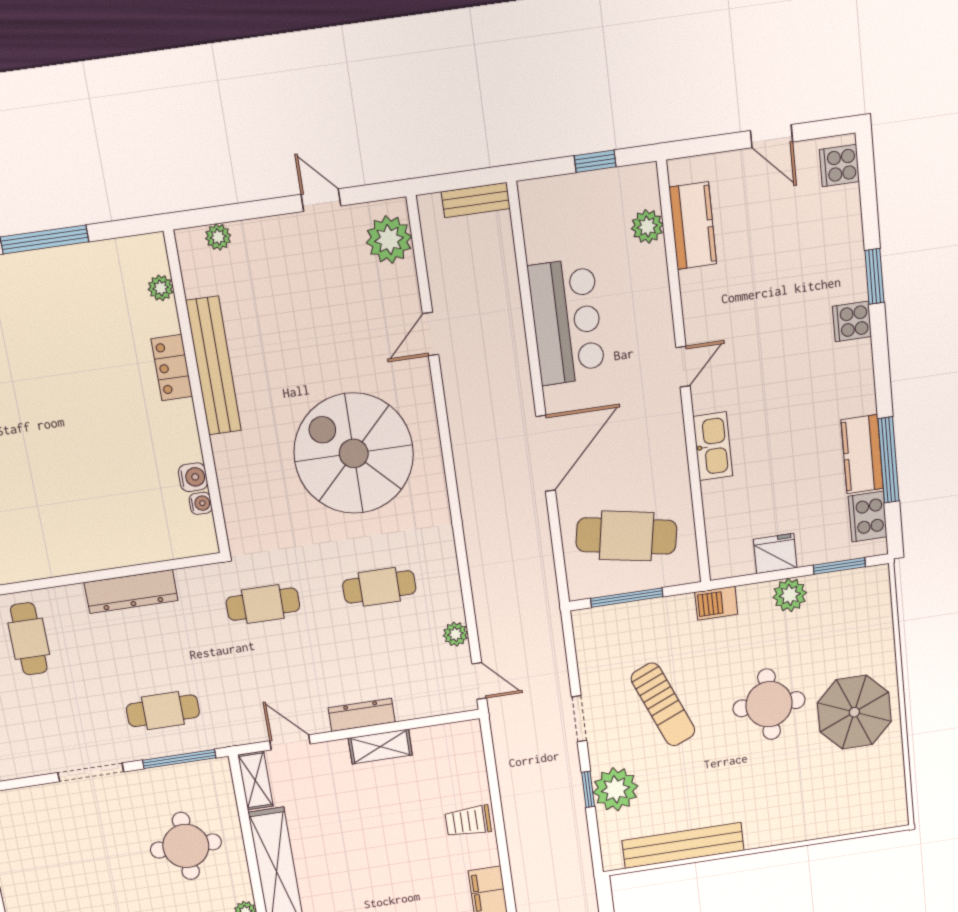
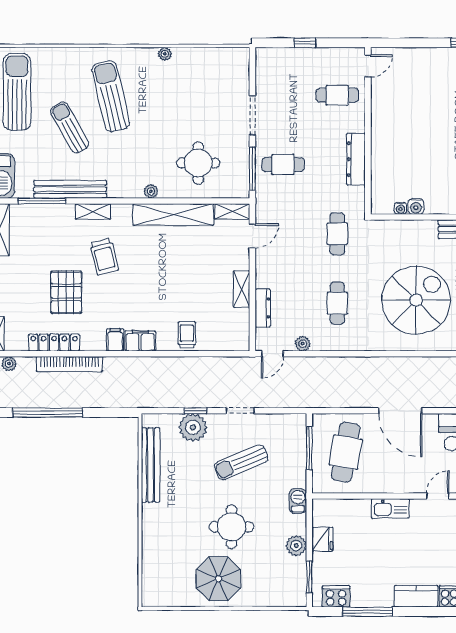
door: (683, 367) -> (438, 496), swing flipped
kitchen counter: (862, 454) -> (416, 596), moved
cafe table: (163, 711) -> (283, 165), turned 90
dresser: (362, 715) -> (263, 308), moved

